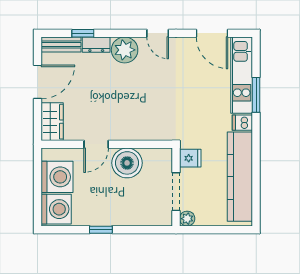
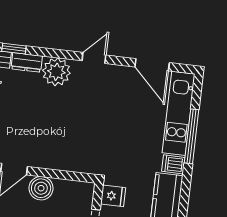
door: (158, 33) -> (94, 58), swing flipped
window: (256, 95) -> (192, 136), width x1.44
boiler: (127, 163) -> (41, 188), width x0.73, depth x0.73

